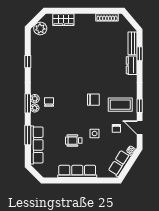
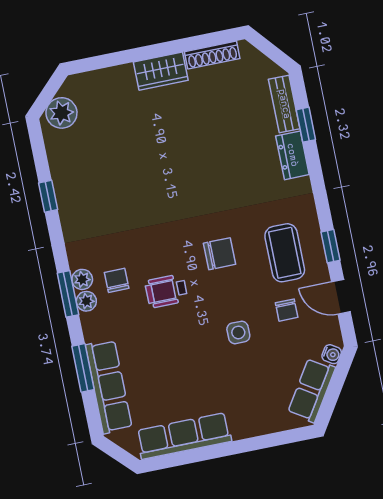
wardrobe: (63, 20) -> (161, 71), moved
coffee table: (120, 105) -> (285, 253), turned 90
wheelchair: (74, 141) -> (166, 291), moved
row of seats: (77, 171) -> (184, 436), moved

